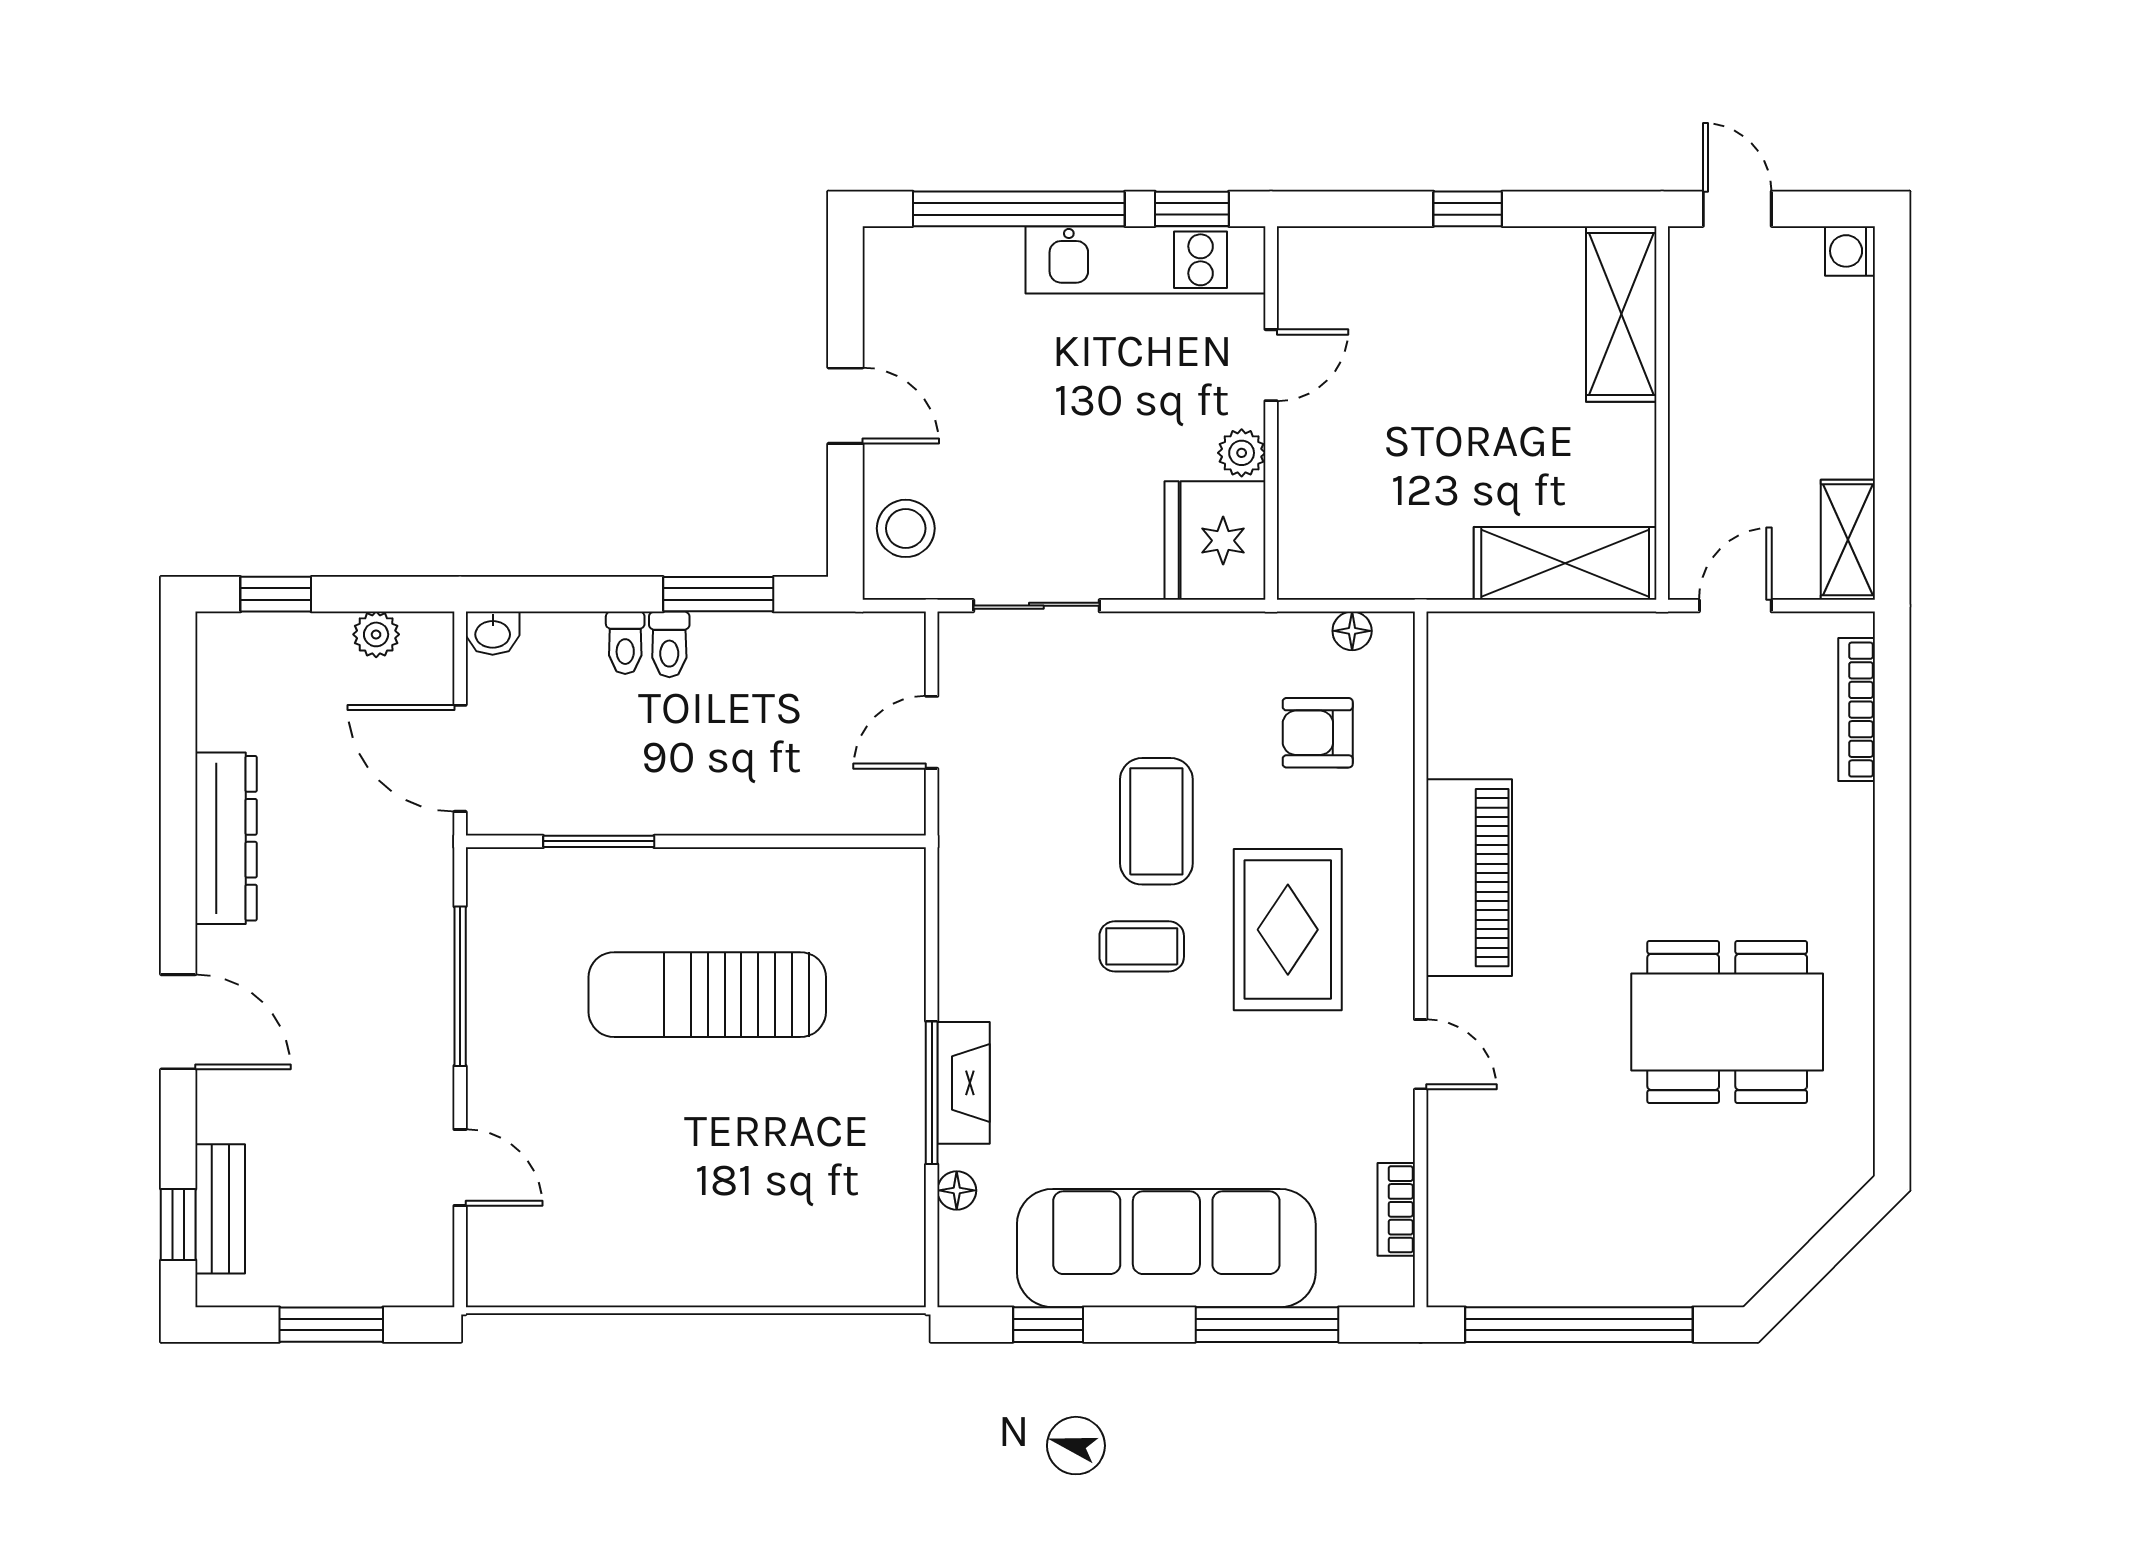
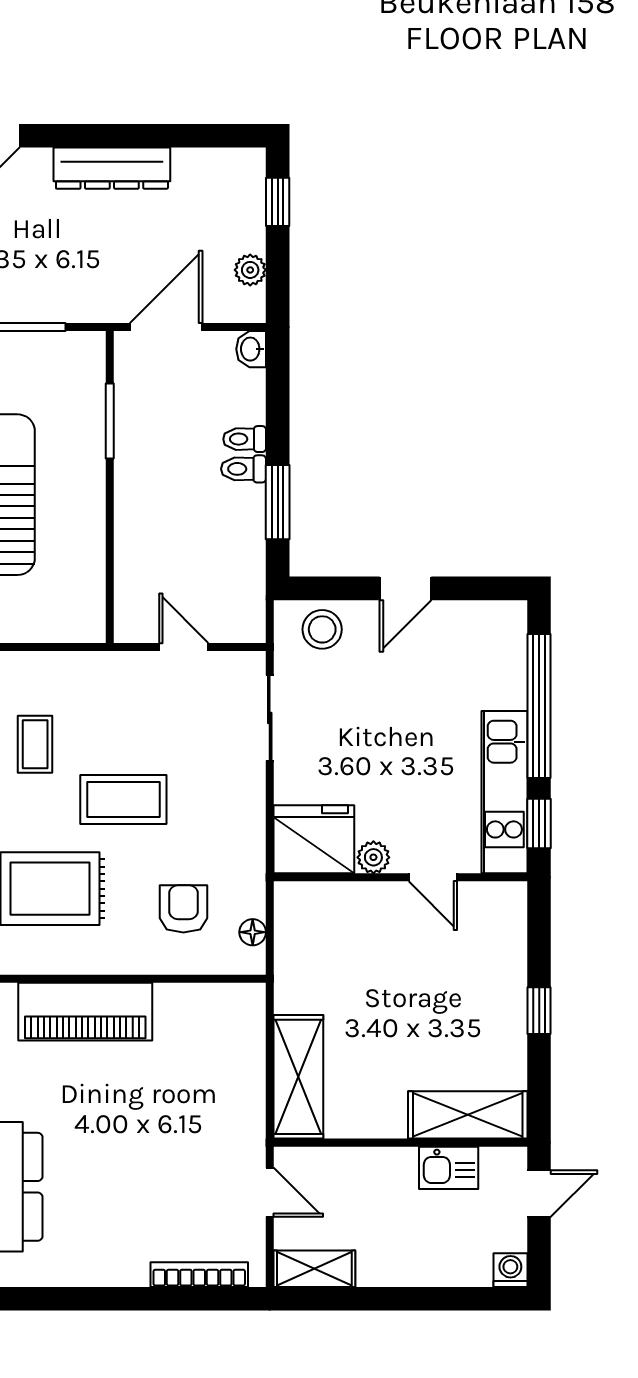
kitchen sink: (1699, 342) -> (449, 1168), added
coffee table: (1142, 946) -> (35, 744), moved

